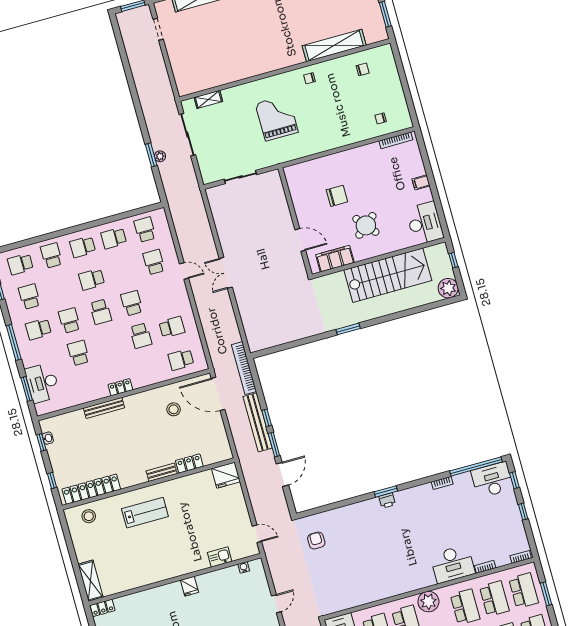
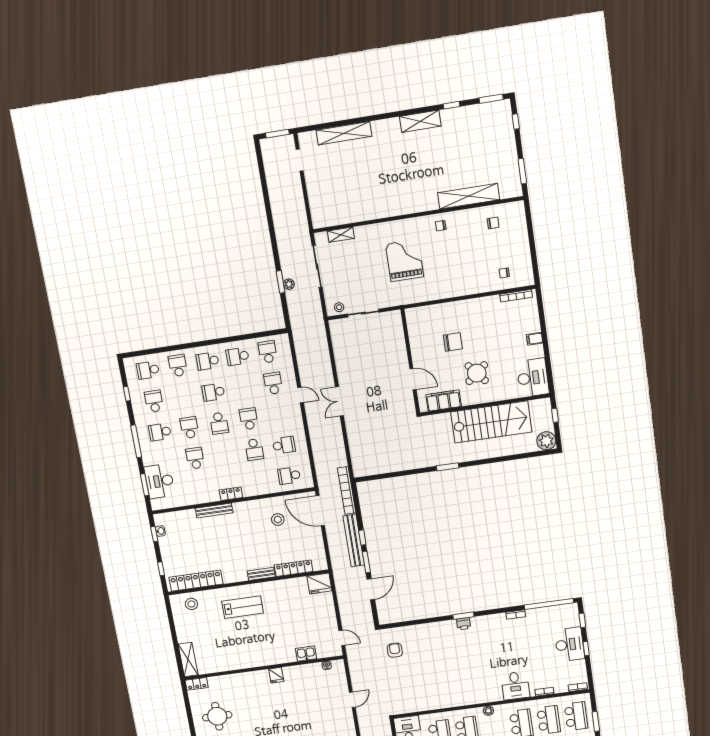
stool: (215, 174) -> (339, 307), added
locker: (189, 463) -> (294, 568), width x1.53
desk: (492, 480) -> (569, 644), moved, turned 90
desk: (453, 564) -> (515, 686), width x0.73
plant: (428, 602) -> (488, 711), width x0.53, depth x0.53

